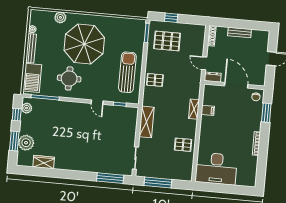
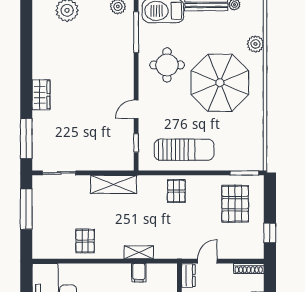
window: (171, 18) -> (270, 233), moved
wardrobe: (44, 162) -> (41, 95), moved

